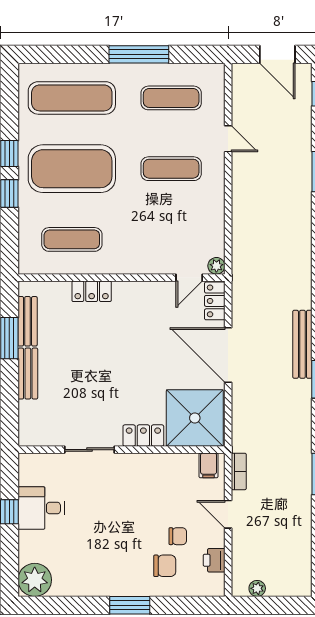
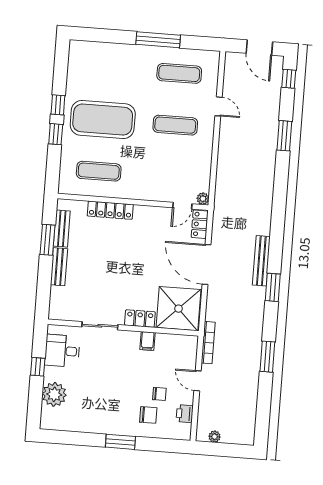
exercise mat: (72, 98) -> (107, 68), removed
locker: (92, 291) -> (110, 210), width x1.53
filing cabinet: (209, 465) -> (148, 341), moved
bookcase: (239, 471) -> (208, 343), width x1.56
desk: (41, 508) -> (62, 351), moved
plant: (35, 580) -> (54, 394), moved

